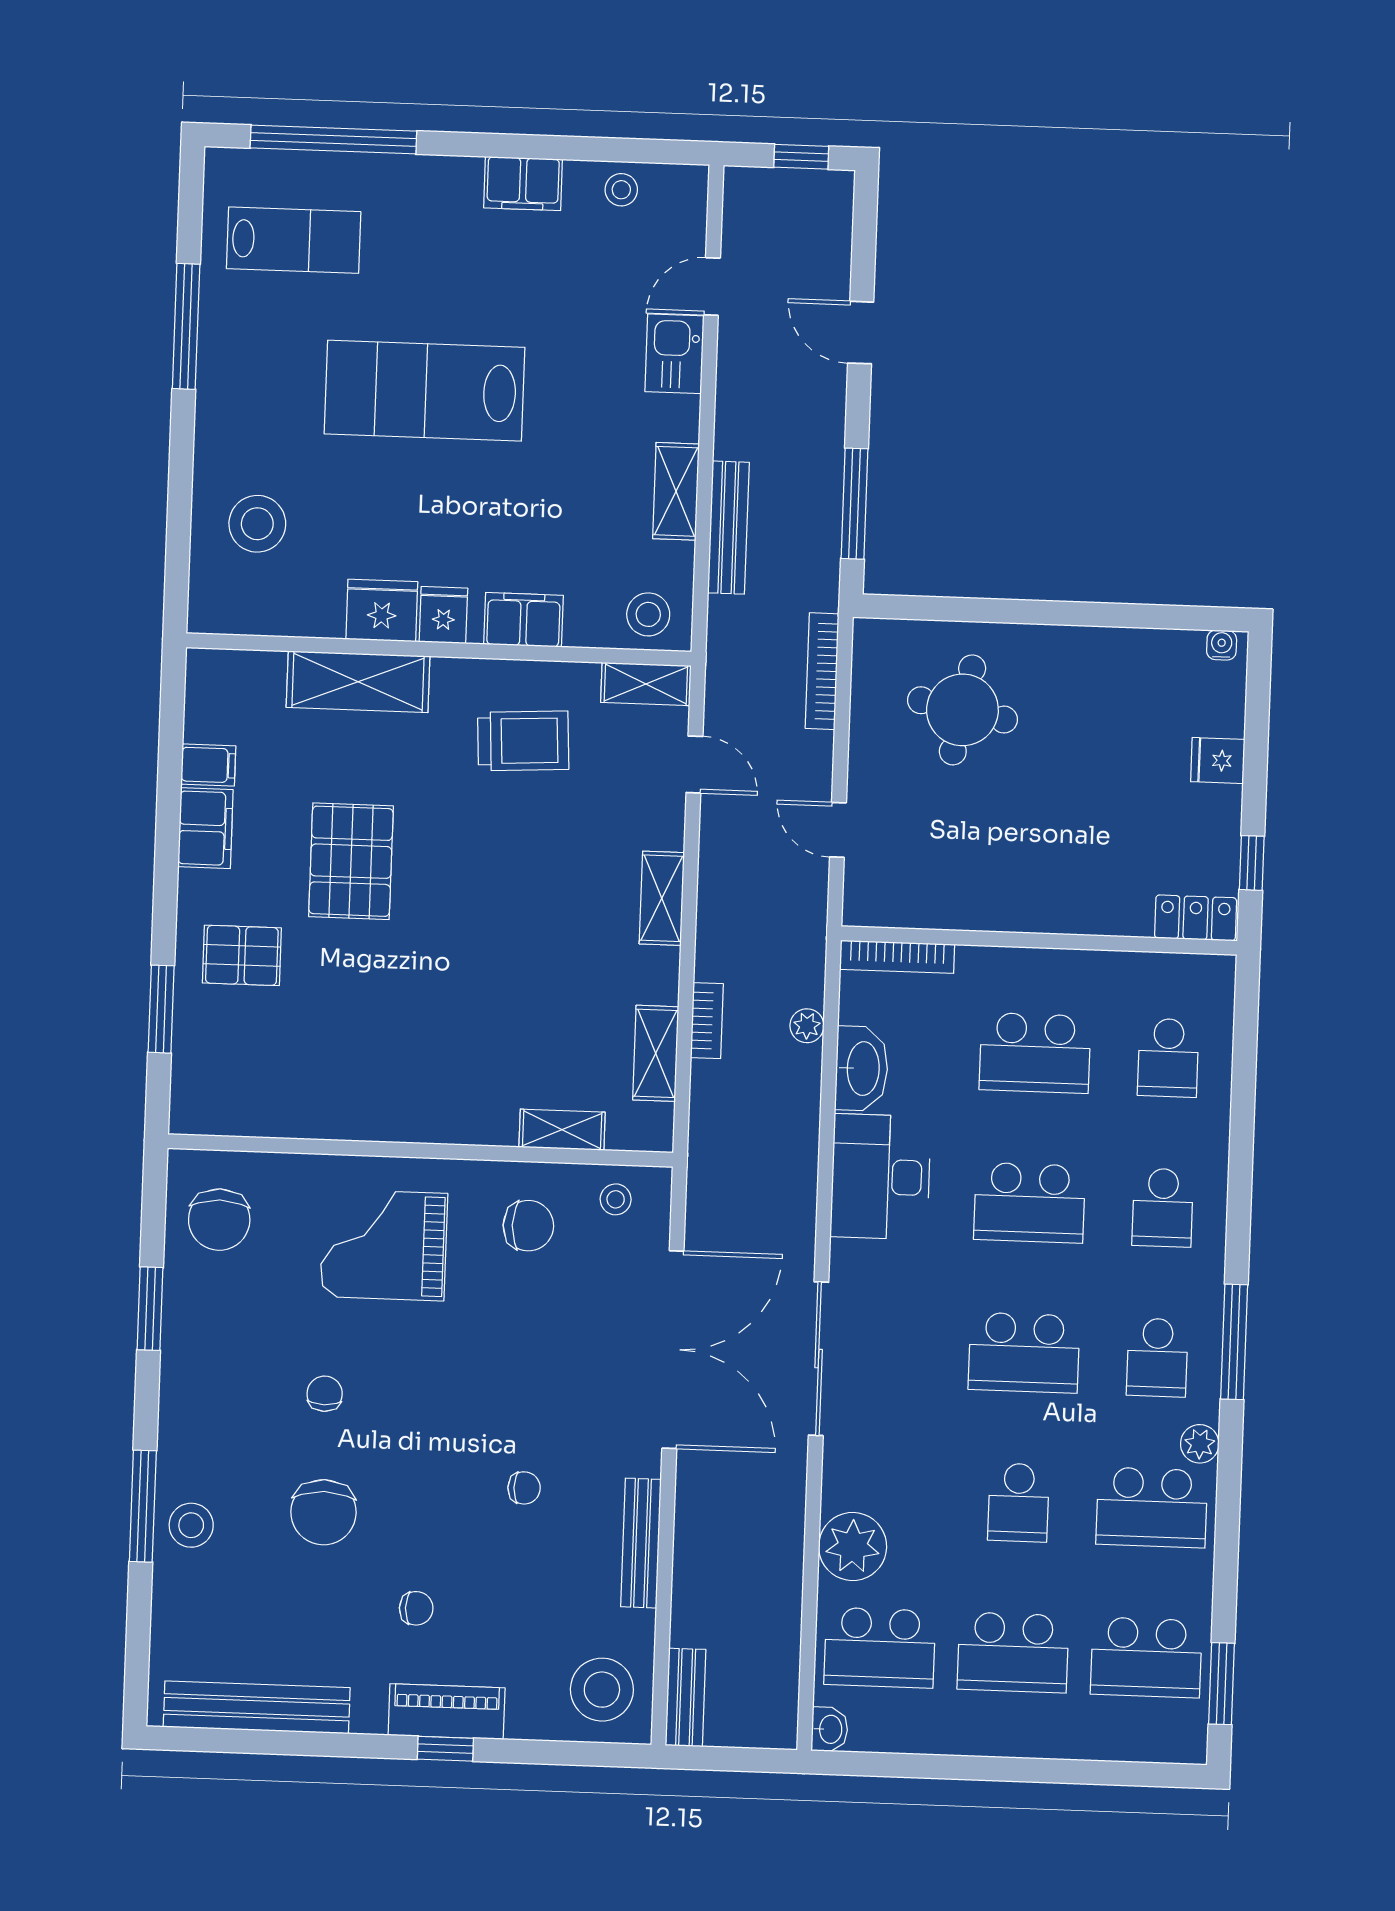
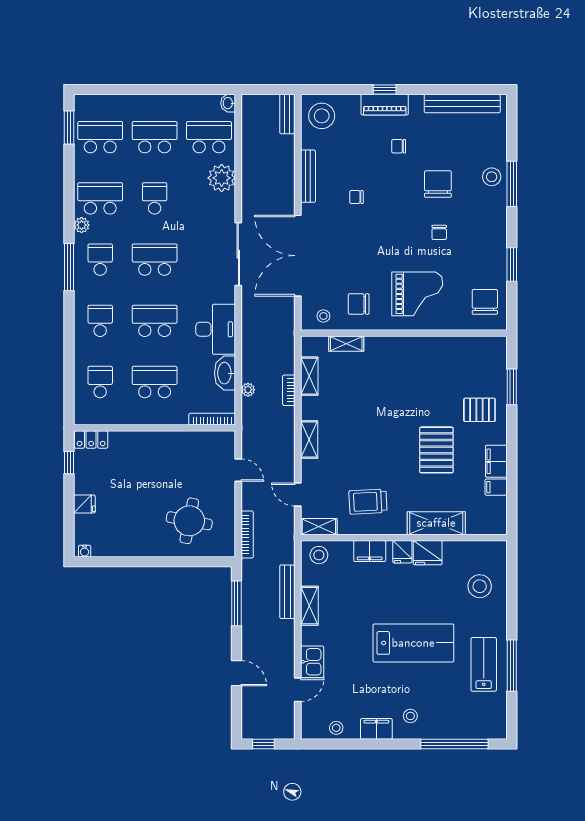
stool: (439, 212) -> (410, 716), added
lab bench: (294, 240) -> (484, 664), moved, turned 90

